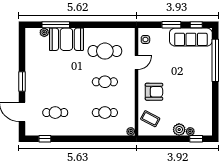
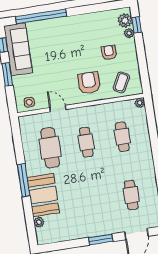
window: (56, 25) -> (24, 180), moved
armchair: (177, 112) -> (109, 53), added
plant: (179, 130) -> (125, 21), moved

